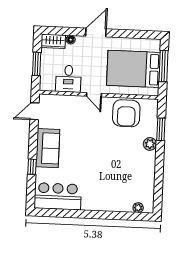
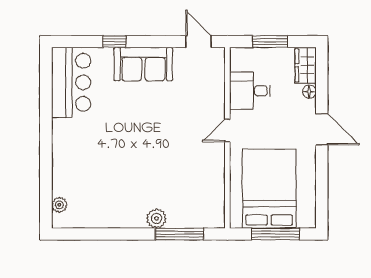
armchair: (126, 113) -> (201, 181), removed
window: (161, 129) -> (180, 234), width x1.44

